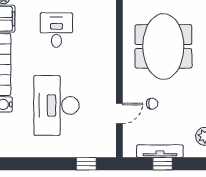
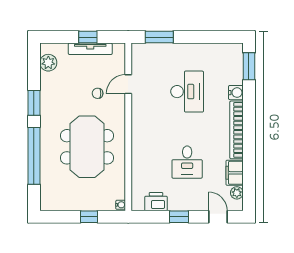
desk: (56, 105) -> (187, 92), width x0.73, depth x0.77
window: (86, 164) -> (159, 37), width x1.50

